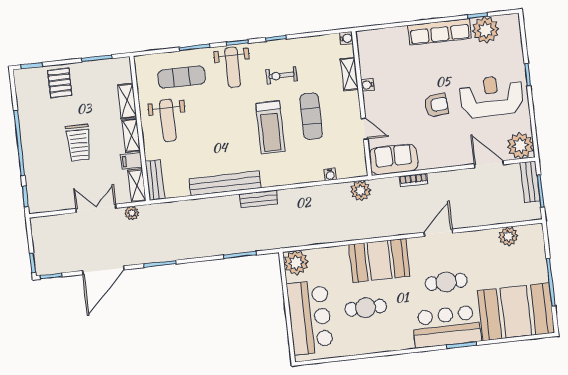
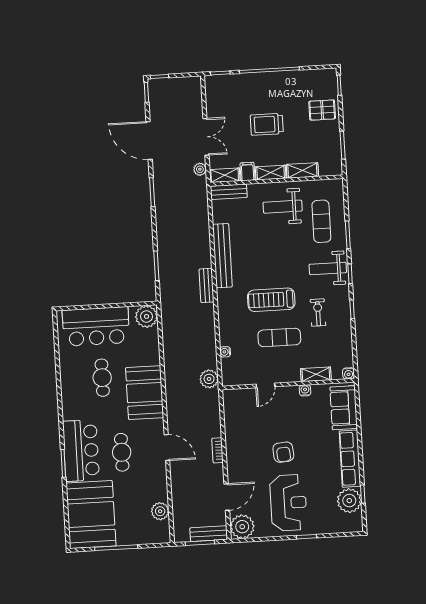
sofa: (394, 159) -> (344, 408), moved, turned 180
bookcase: (413, 180) -> (217, 450), moved

